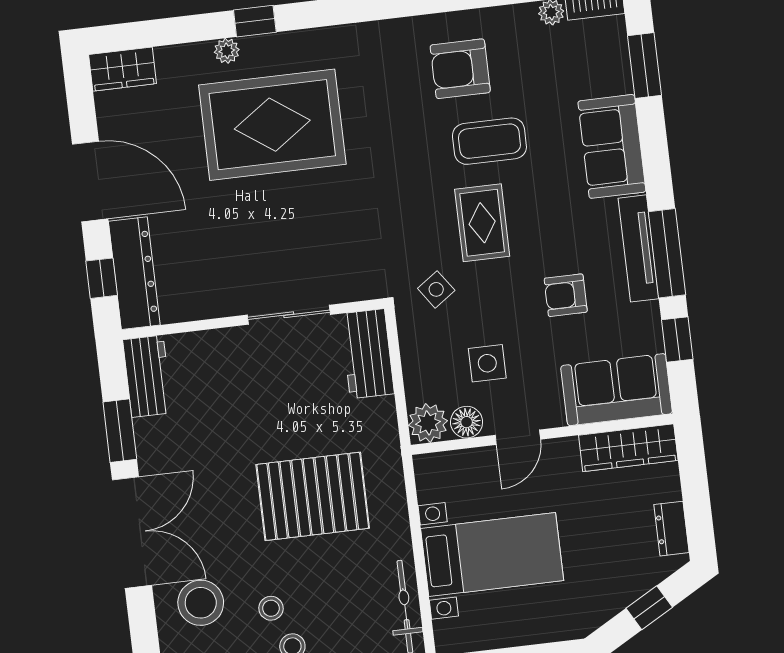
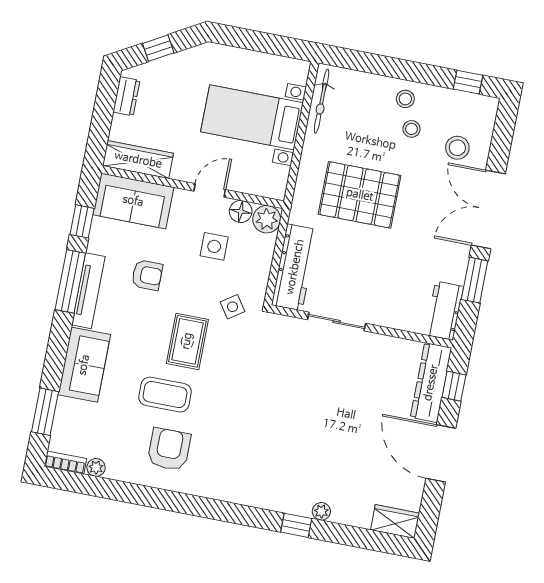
armchair: (460, 69) -> (169, 449), turned -90
rug: (272, 125) -> (307, 452), removed
workbench: (367, 354) -> (295, 267), width x1.38
stool: (201, 603) -> (457, 148), width x0.73, depth x0.73

